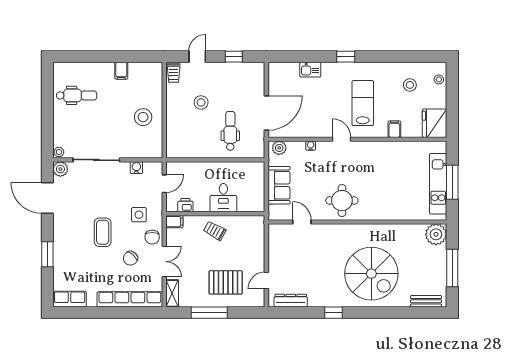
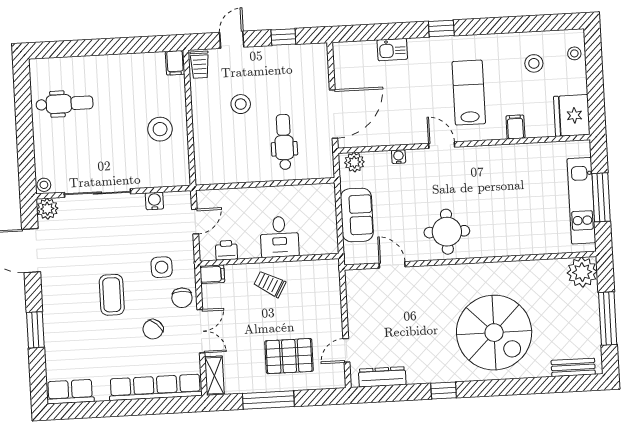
filing cabinet: (121, 71) -> (175, 63), moved

